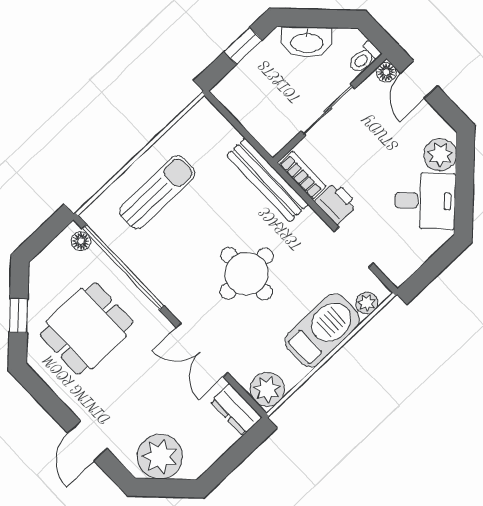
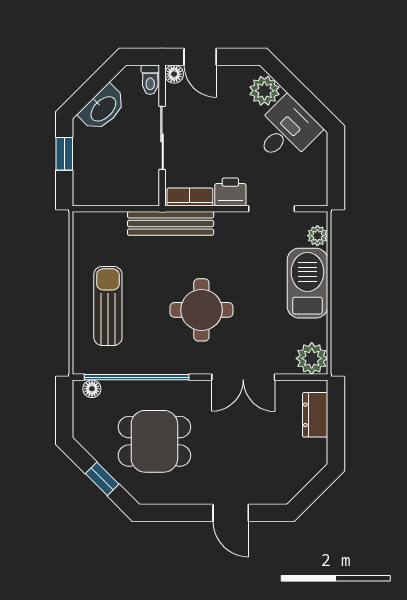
round table: (247, 274) -> (201, 310), moved
dining table: (86, 329) -> (154, 441), turned 90
dresser: (236, 410) -> (315, 415), moved, turned 90
plant: (160, 457) -> (288, 474), removed

